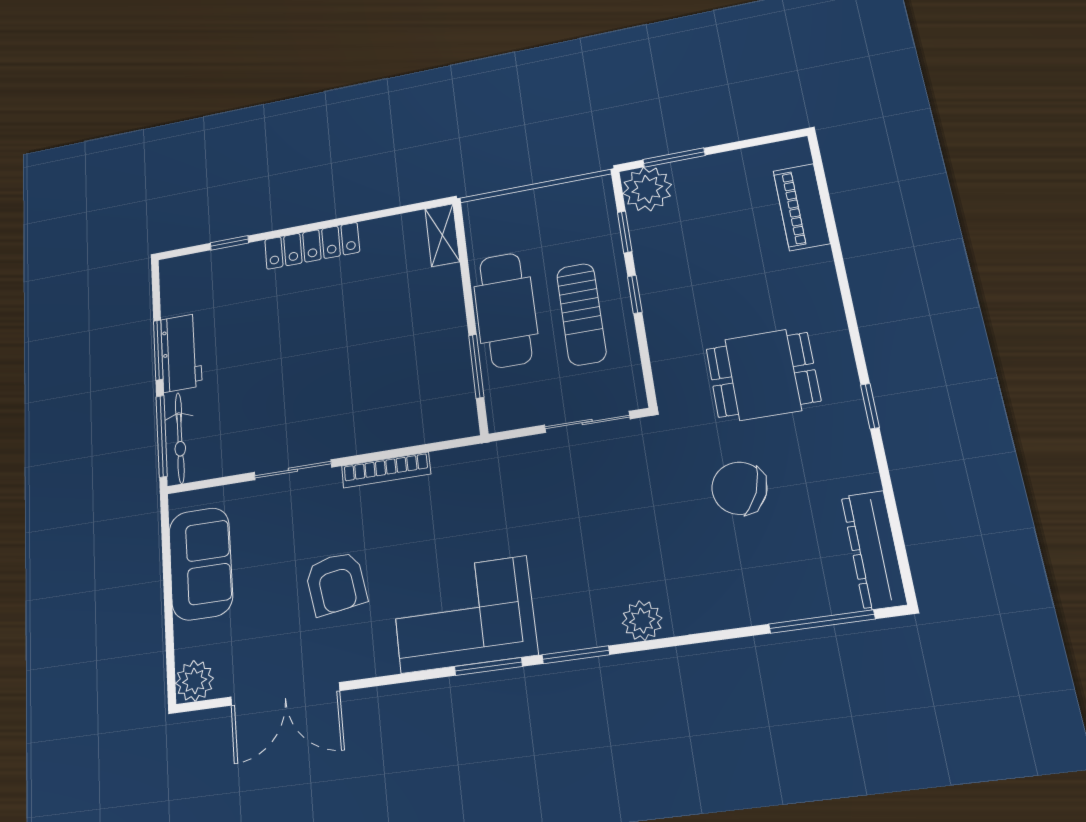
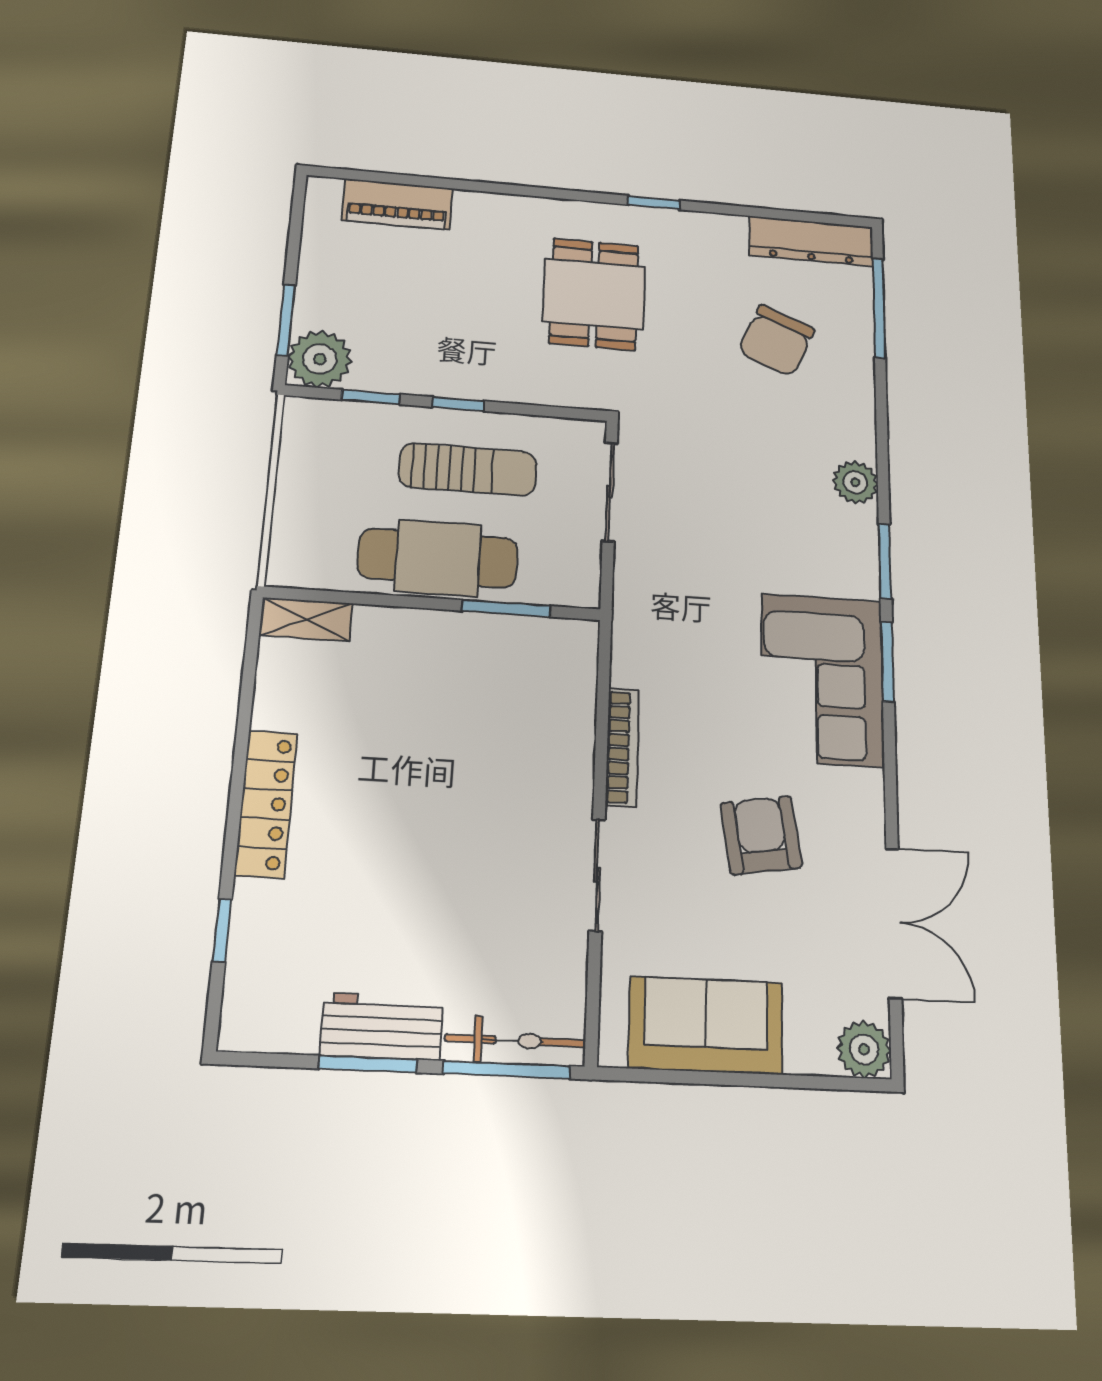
chair: (739, 488) -> (776, 341), moved
armchair: (336, 583) -> (761, 835), turned -90

